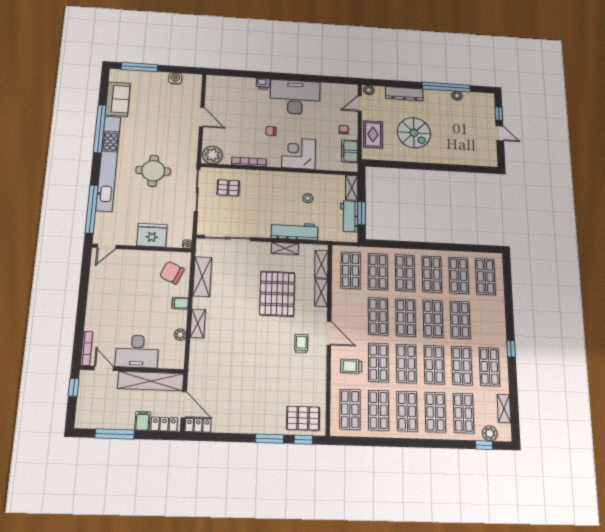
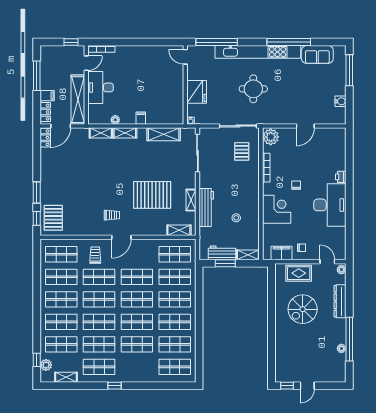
window: (499, 114) -> (287, 386), moved
chair: (172, 273) -> (166, 110), removed
shelving: (321, 293) -> (101, 133), moved

